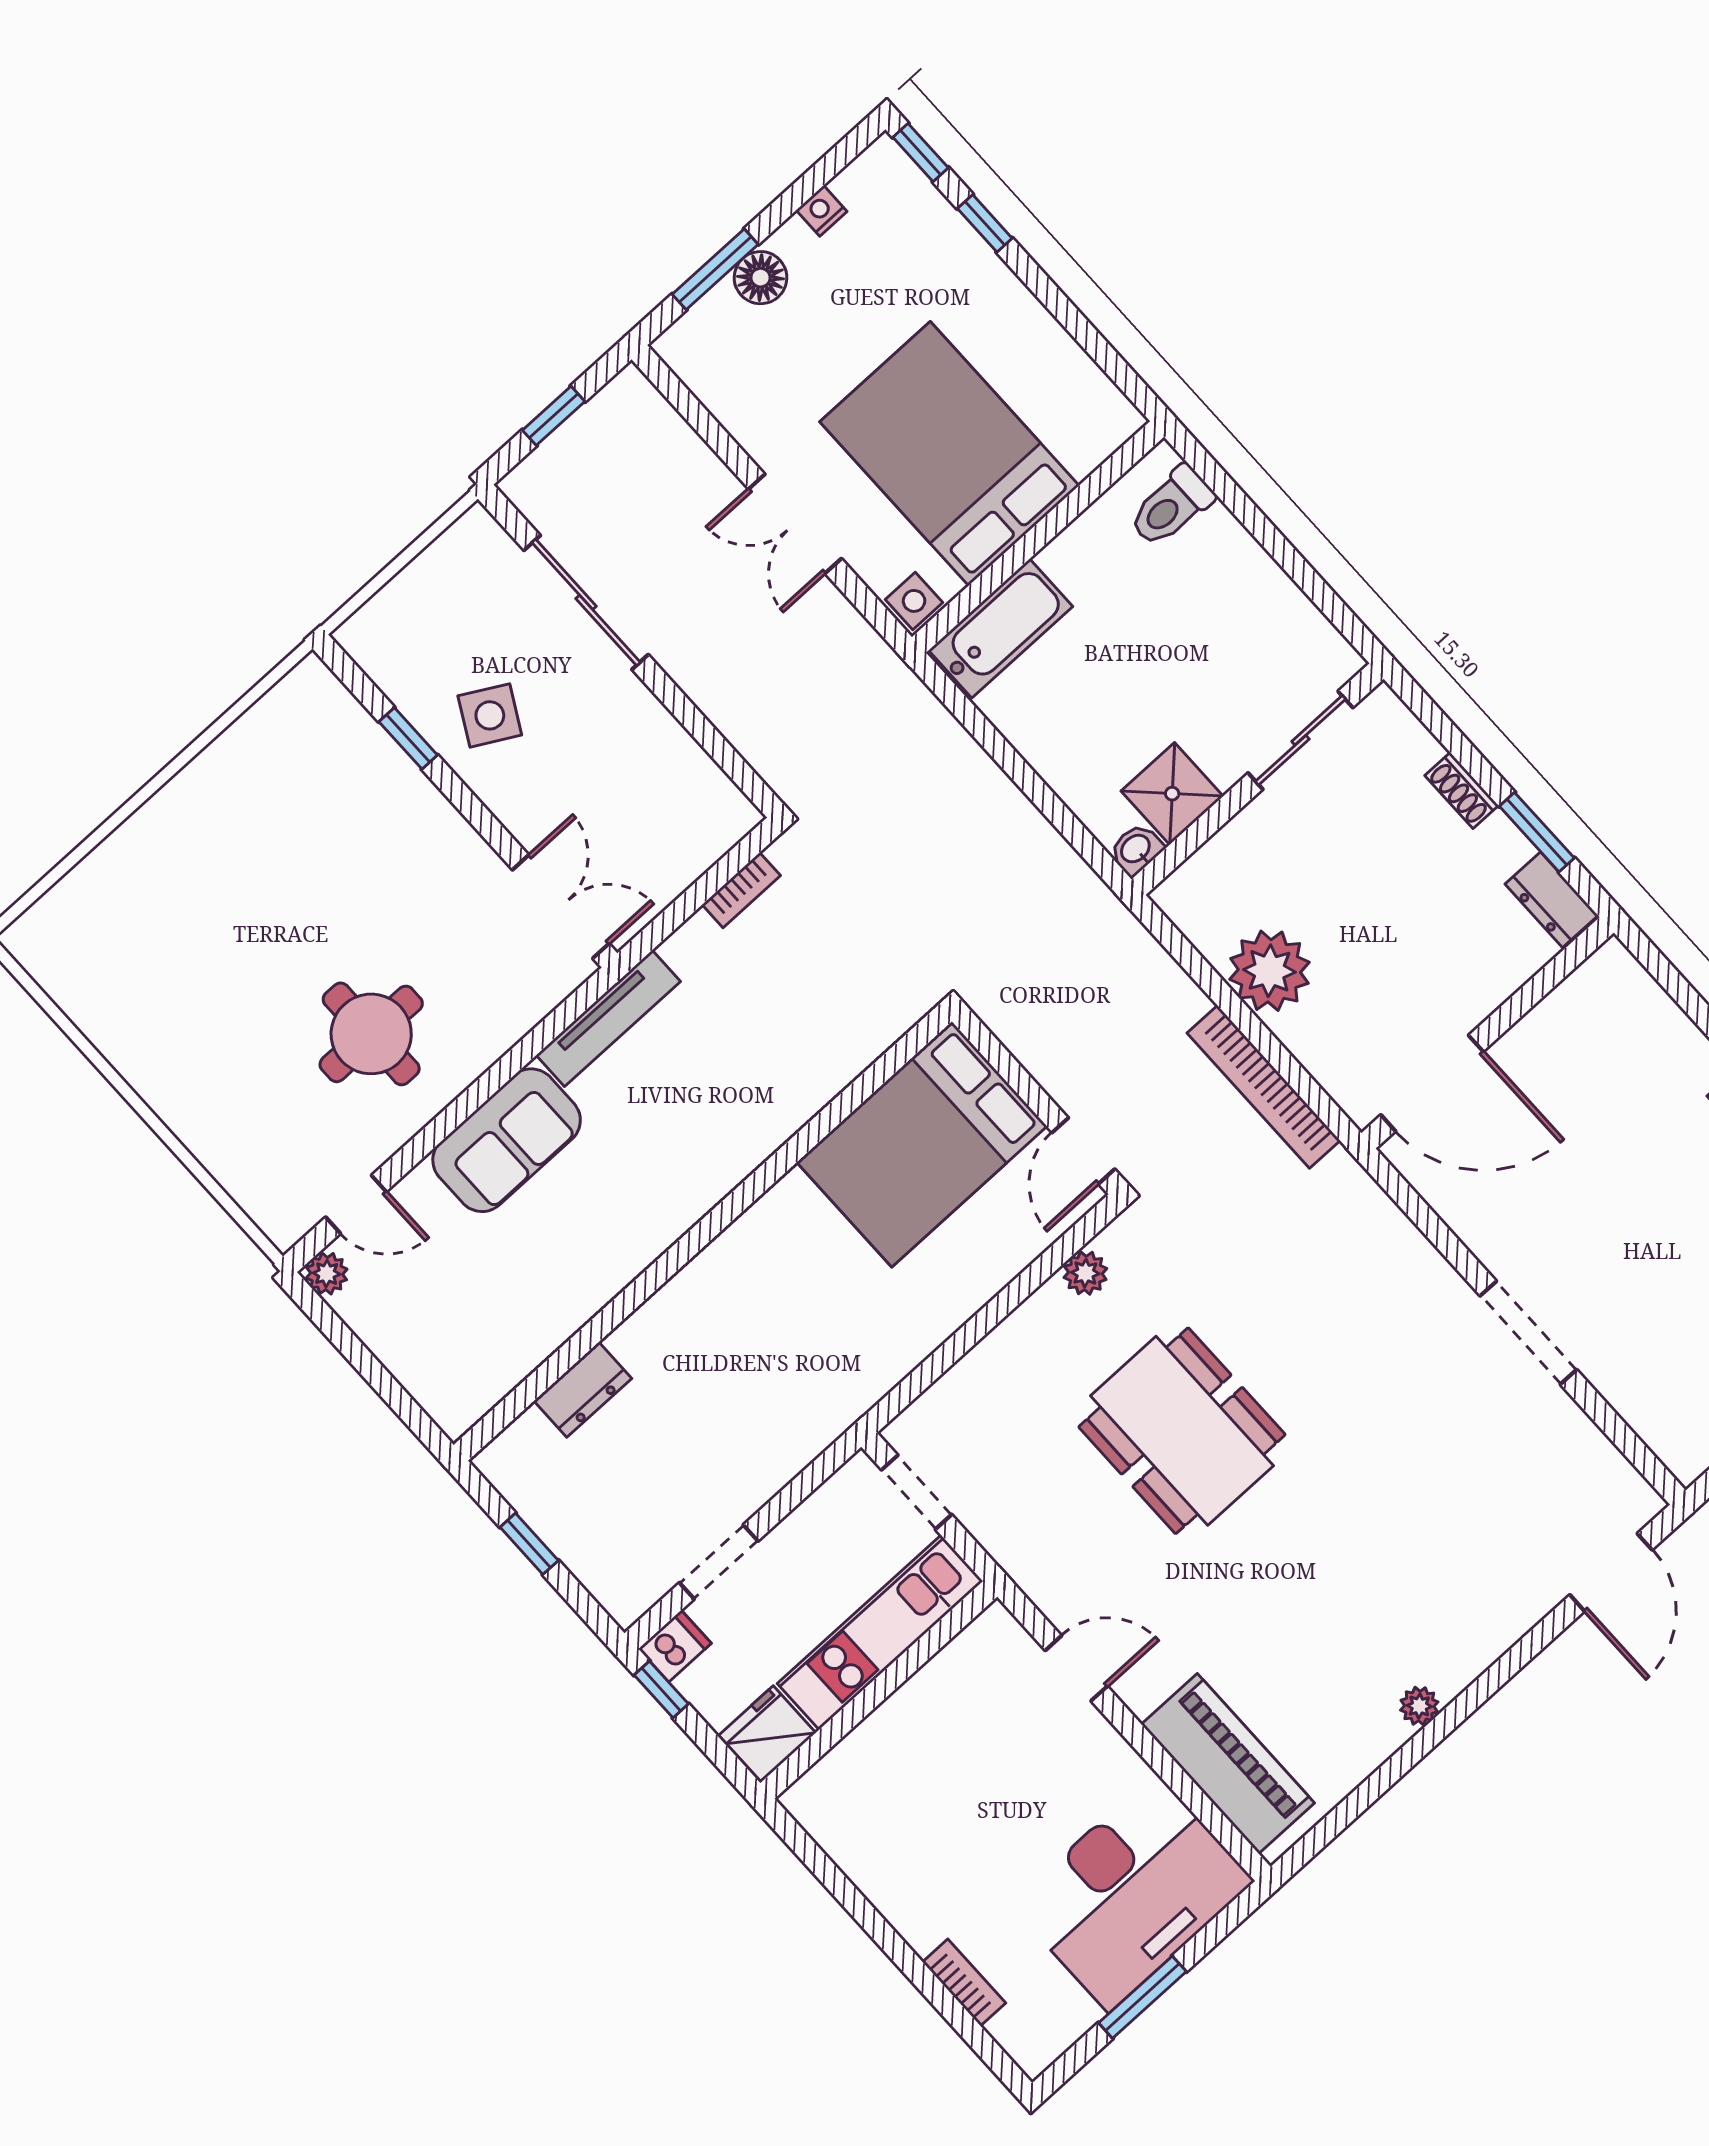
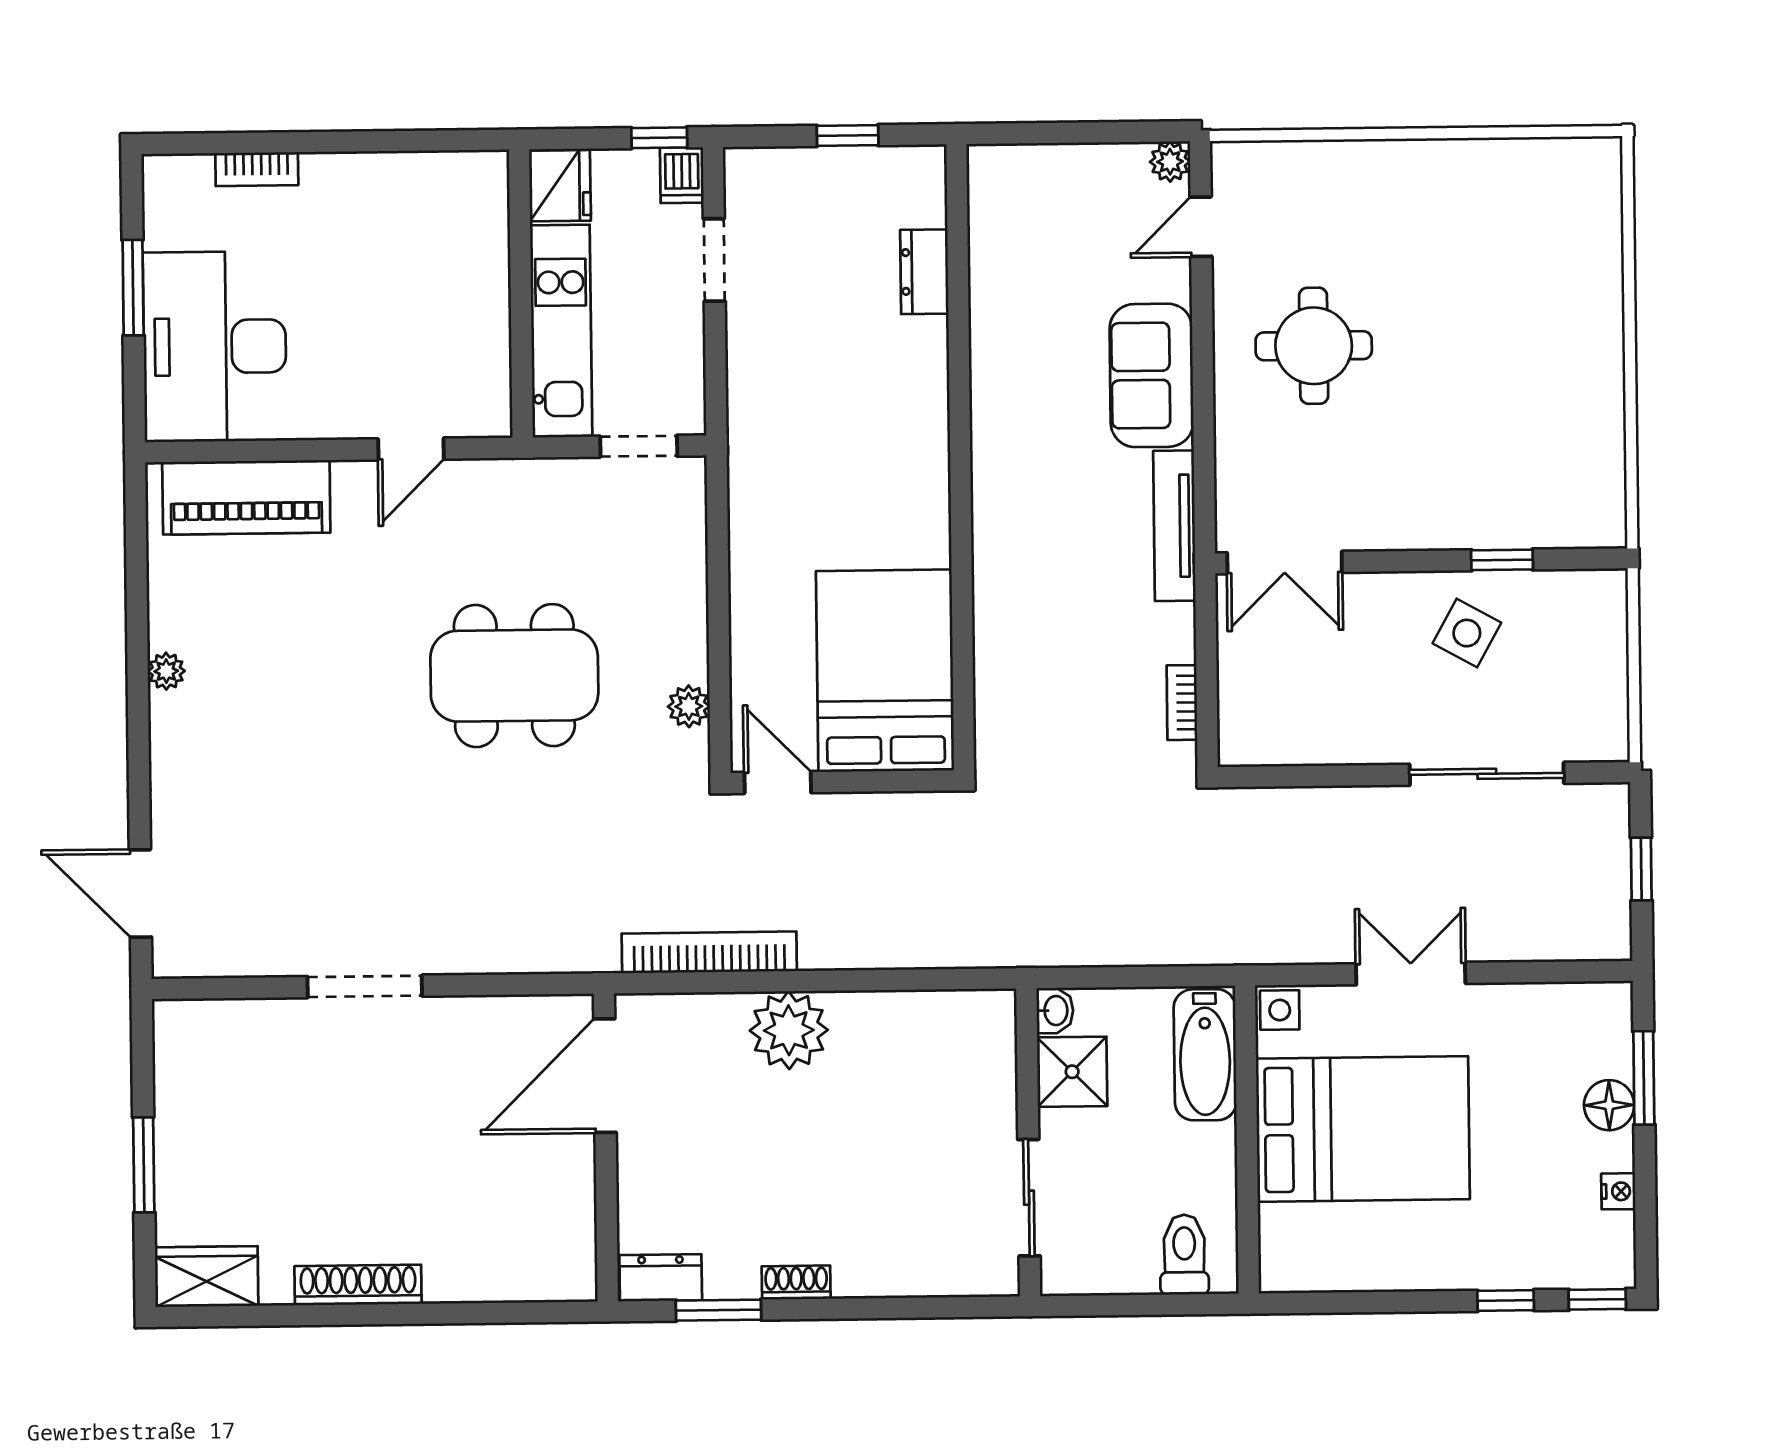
sliding door: (1300, 740) -> (1029, 1198), moved
wall: (1258, 779) -> (1028, 1142), moved
shower: (1172, 794) -> (1072, 1072), moved
washbasin: (1136, 849) -> (1055, 1011), moved

